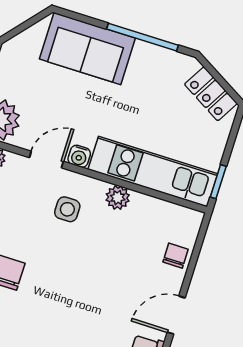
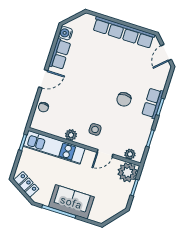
sofa: (87, 49) -> (71, 202), moved
water cooler: (79, 156) -> (89, 155), removed

